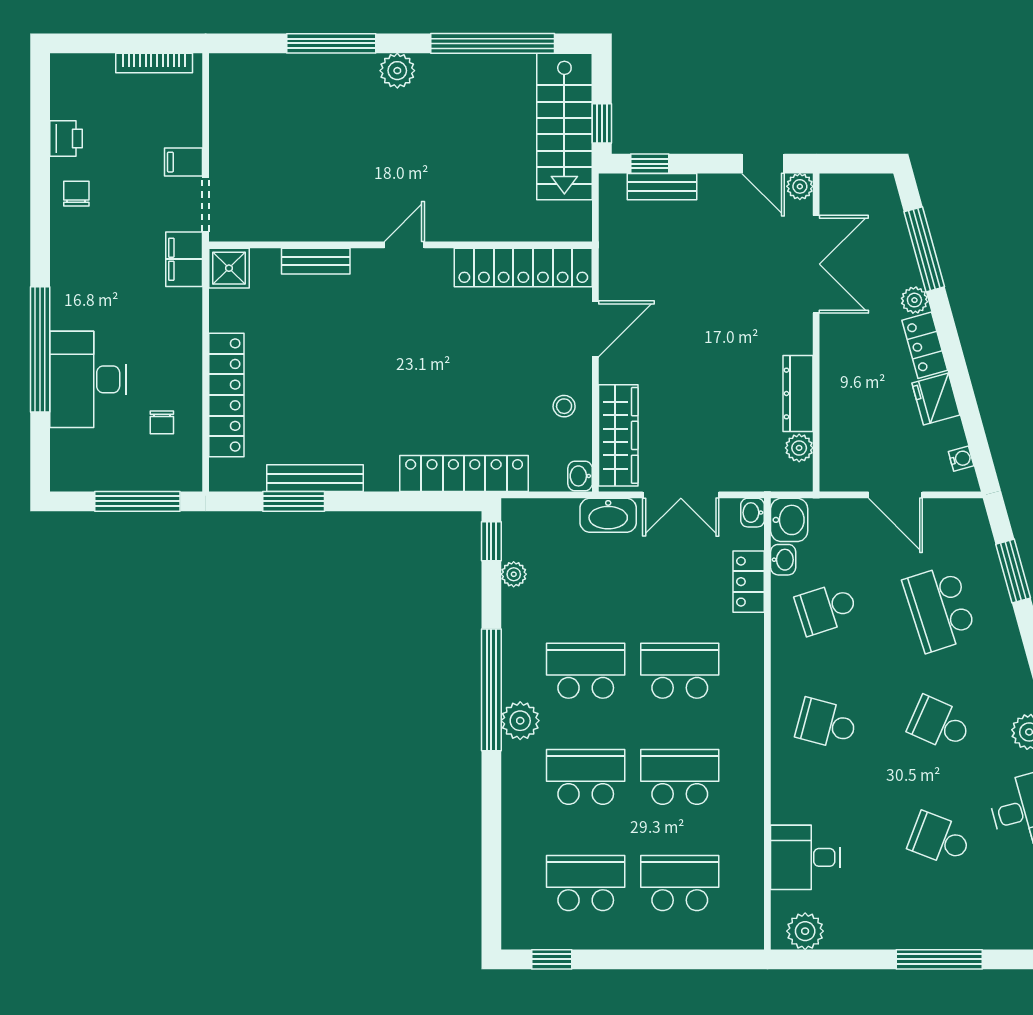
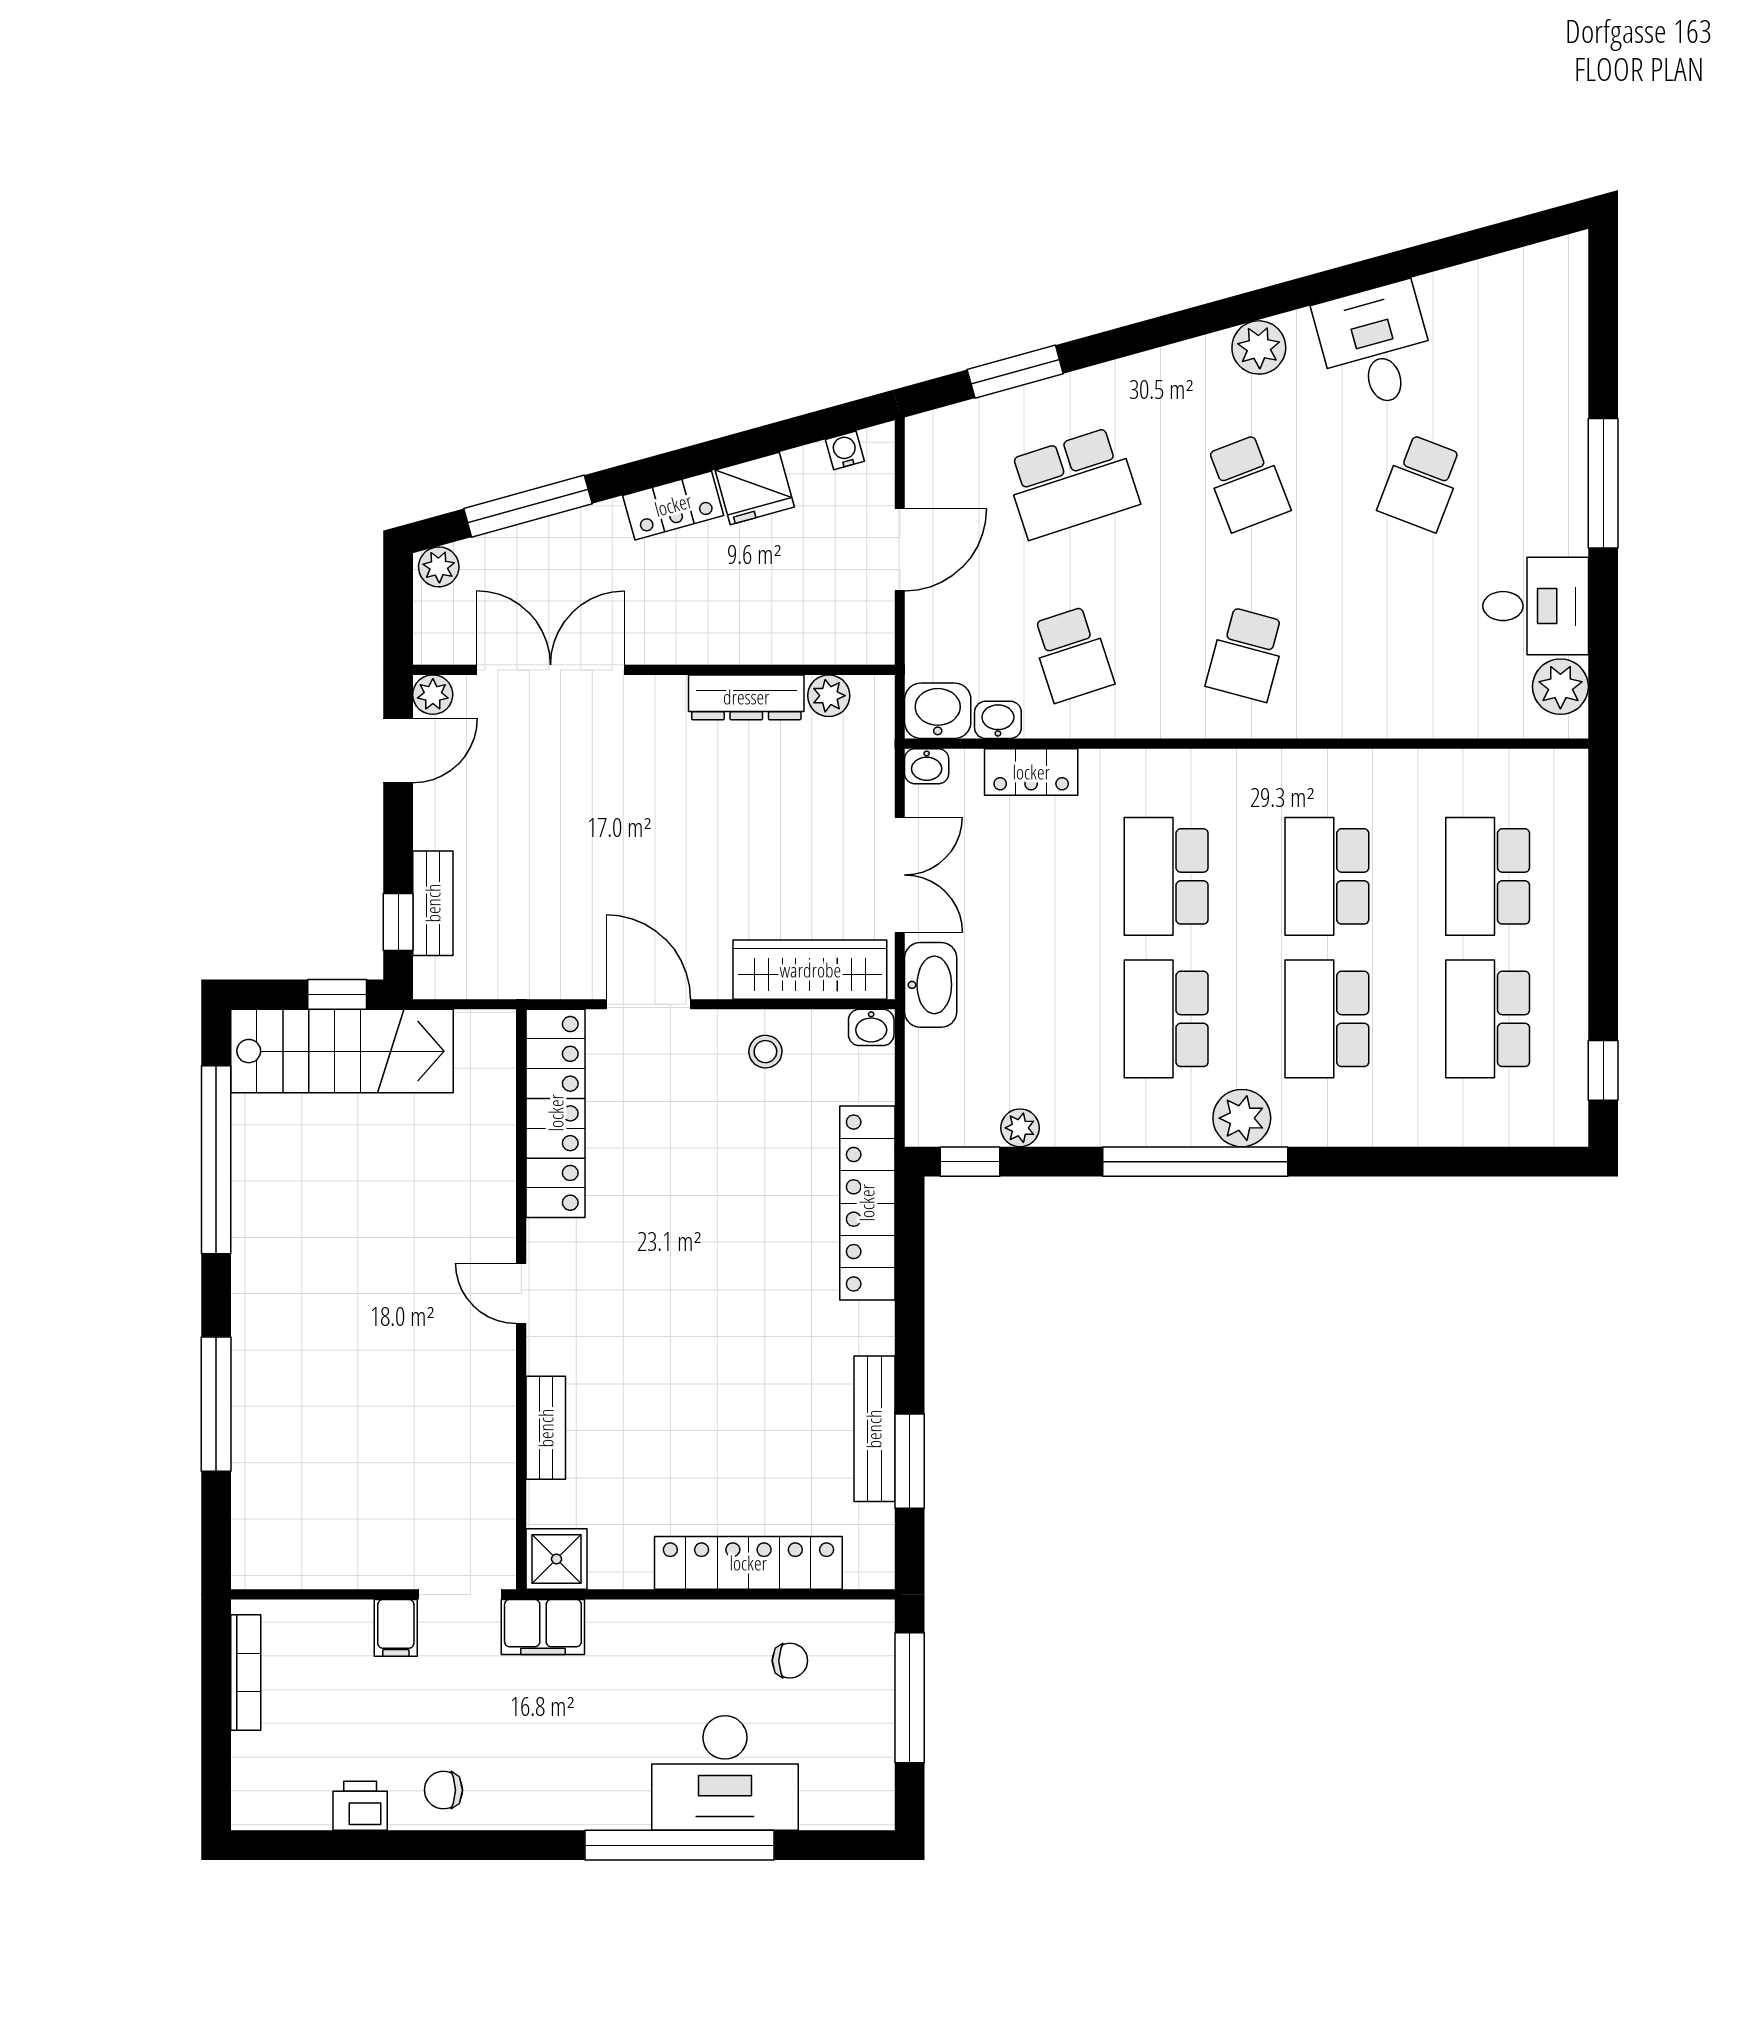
plant: (397, 71) -> (257, 1304), removed
plant: (914, 300) -> (439, 567), moved
school desk: (940, 724) -> (1246, 483), turned -45
desk: (805, 857) -> (1536, 606), moved, turned -90

